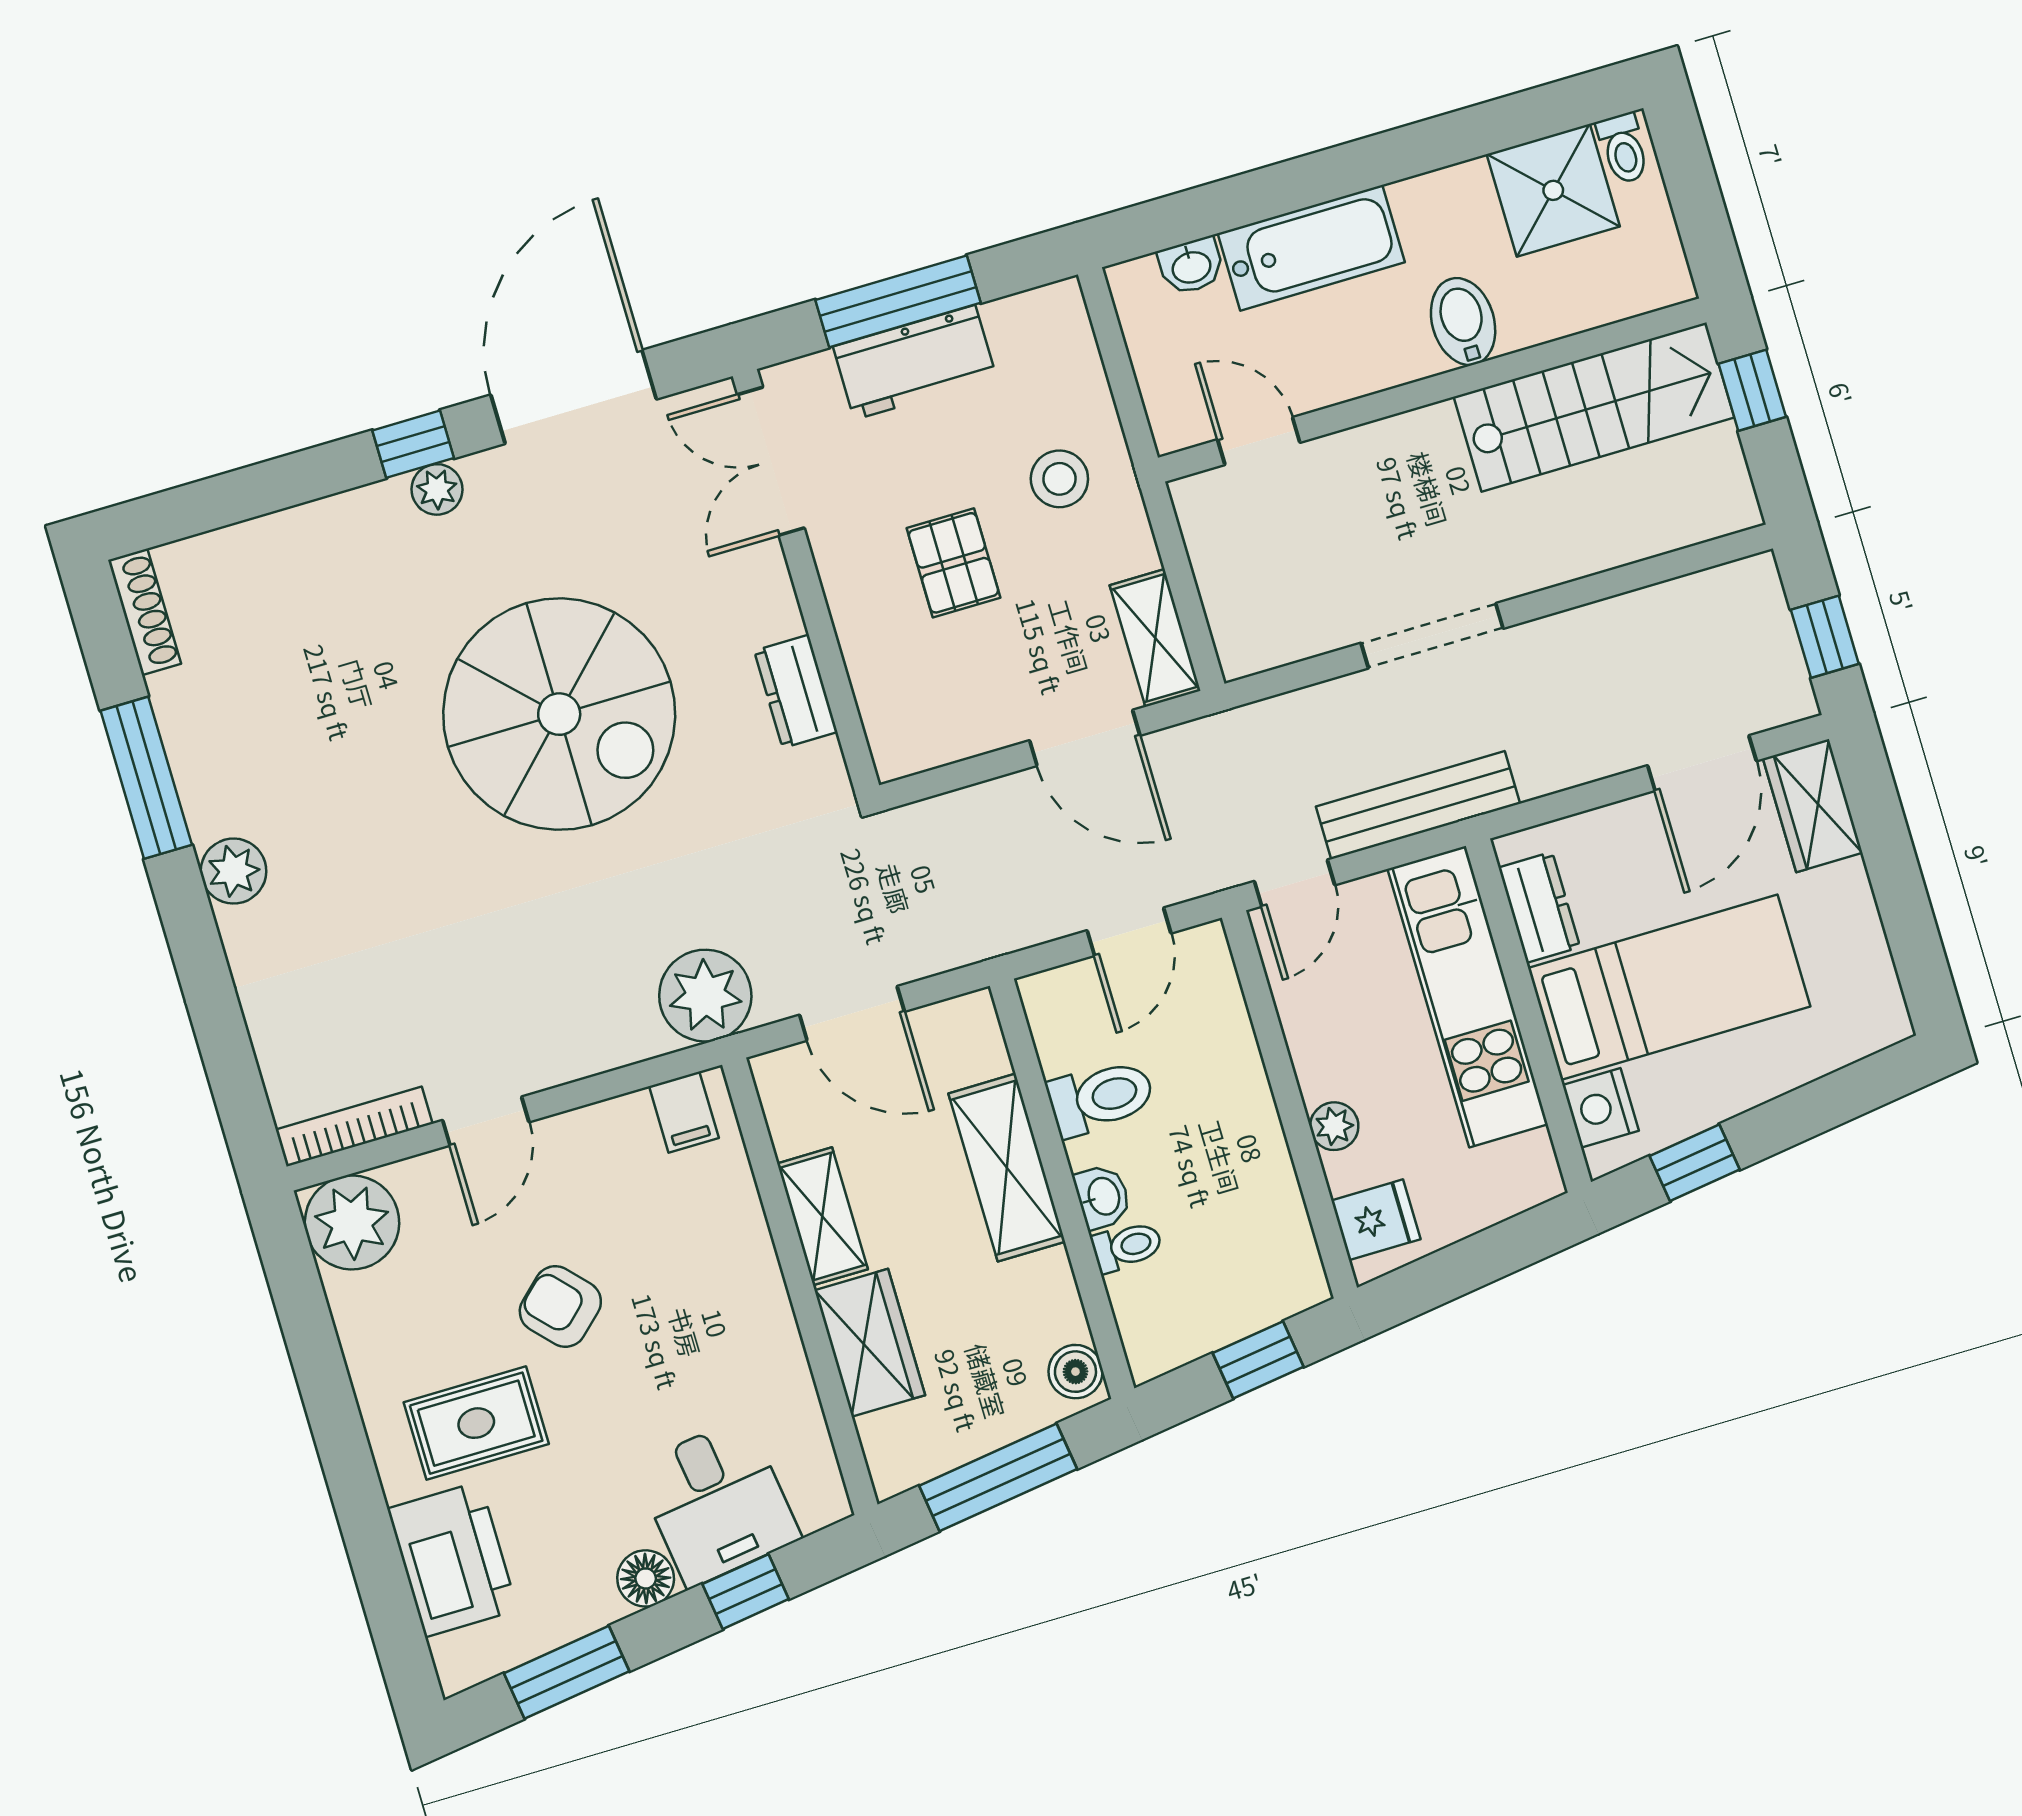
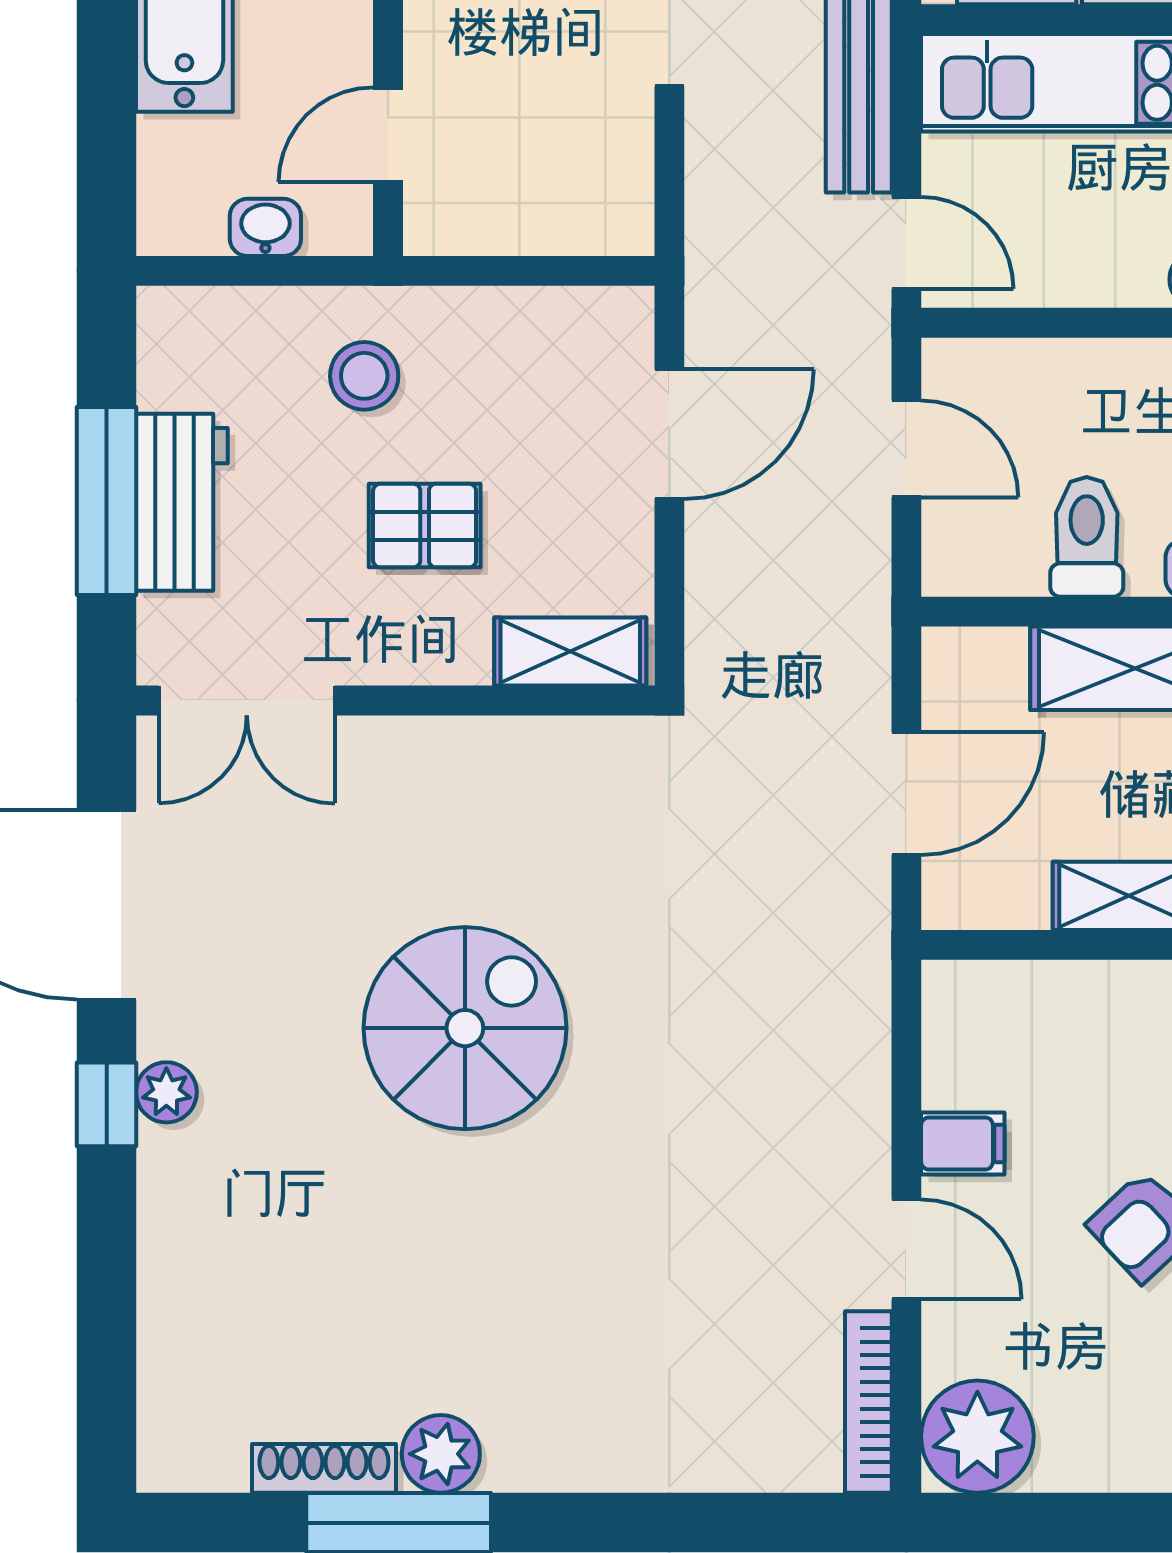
washbasin: (1191, 266) -> (265, 227), moved, turned -90
shoe rack: (145, 612) -> (324, 1468), moved
shelving: (1155, 638) -> (570, 651), moved
dresser: (796, 691) -> (519, 749), removed
spiral stairs: (559, 714) -> (465, 1028), width x0.73, depth x0.73
plant: (234, 871) -> (441, 1454), moved
plant: (705, 996) -> (837, 956), removed
filing cabinet: (684, 1112) -> (963, 1144), moved

